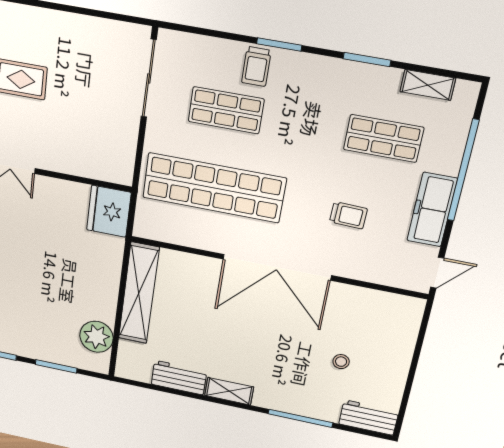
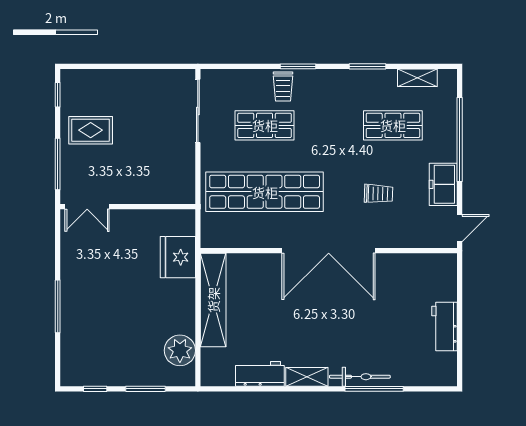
freezer: (432, 210) -> (443, 184), width x0.71
fridge: (109, 211) -> (178, 257), moved
stool: (341, 362) -> (398, 326), removed
bicycle: (287, 403) -> (360, 377), added
workbench: (369, 418) -> (444, 326), moved, turned -90

